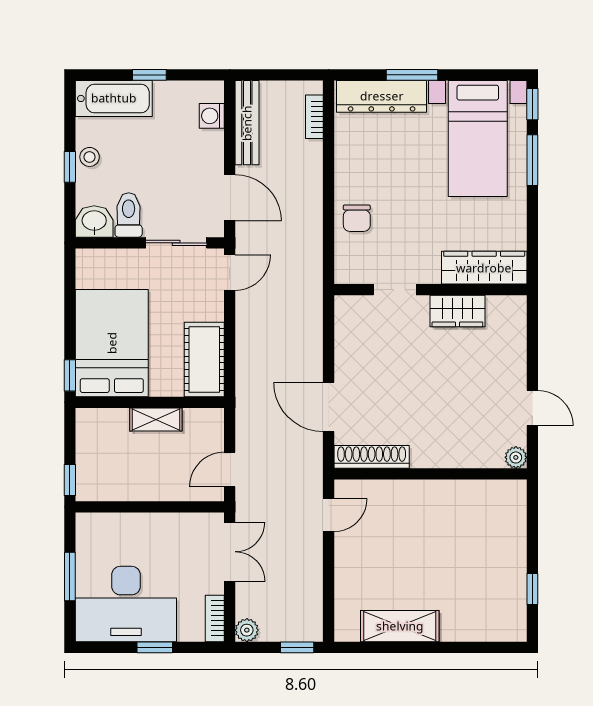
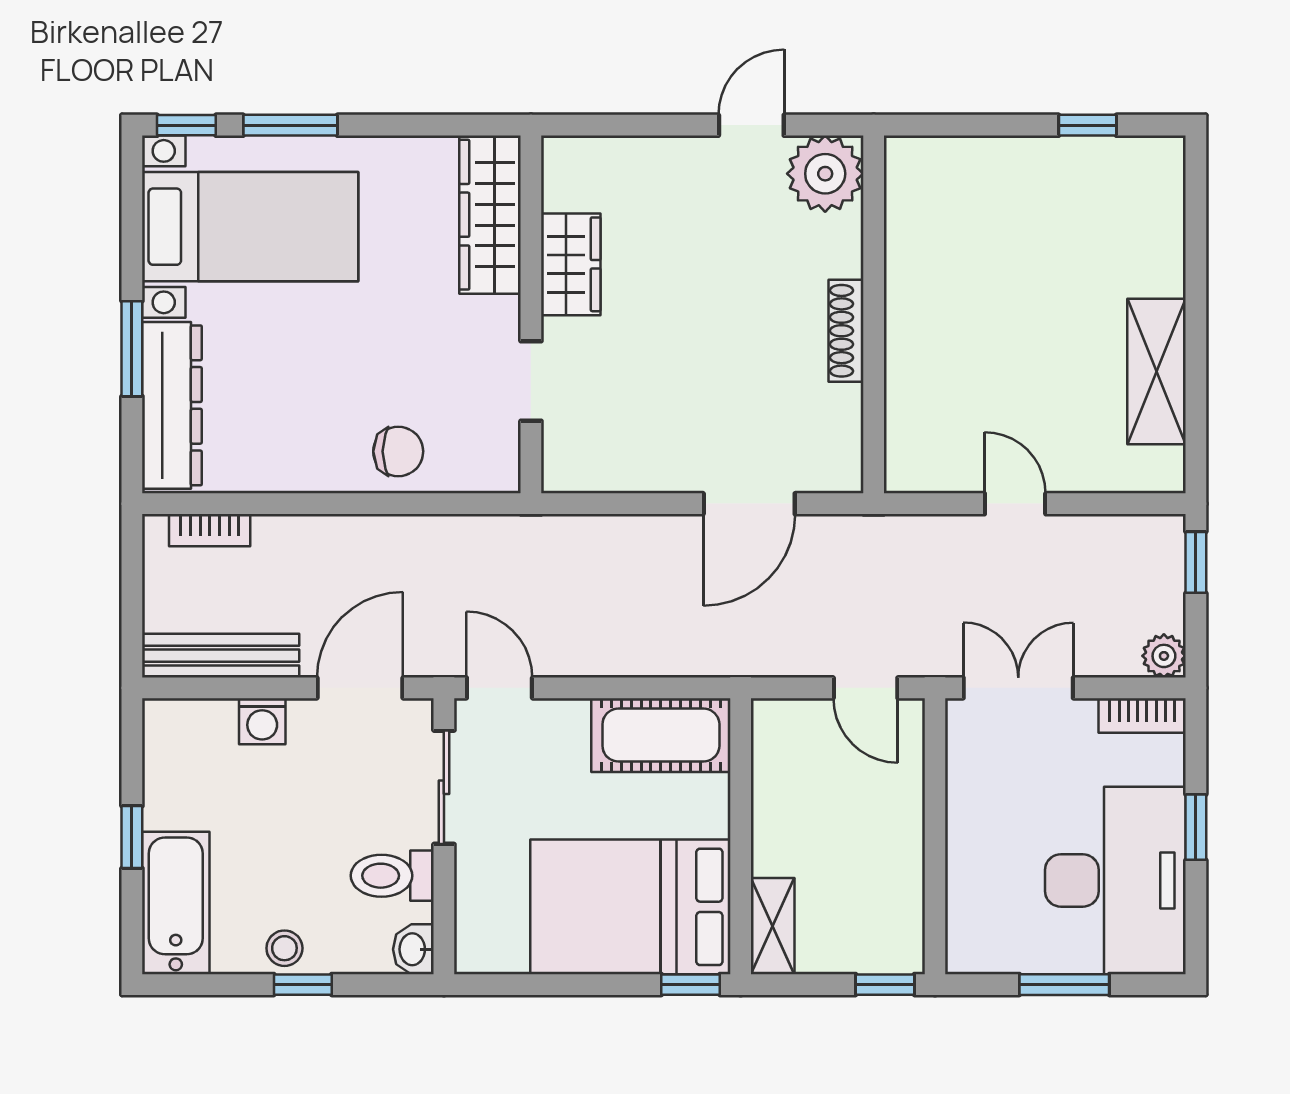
washing machine: (212, 116) -> (262, 721), moved
washbasin: (94, 221) -> (413, 949), width x0.72, depth x0.69
shelving: (156, 420) -> (773, 926), moved
shoe rack: (372, 457) -> (846, 331), moved, width x0.74, depth x0.81
plant: (516, 457) -> (825, 174), width x1.88, depth x1.88
door: (329, 515) -> (1015, 504), moved

